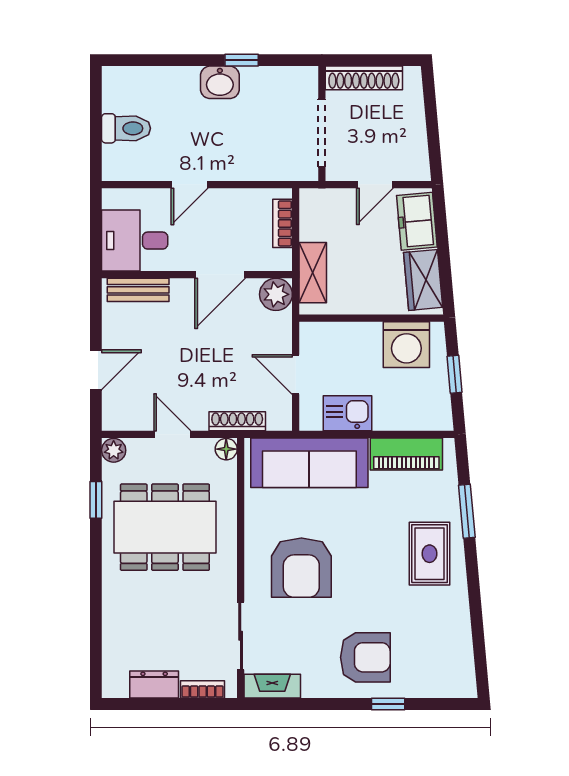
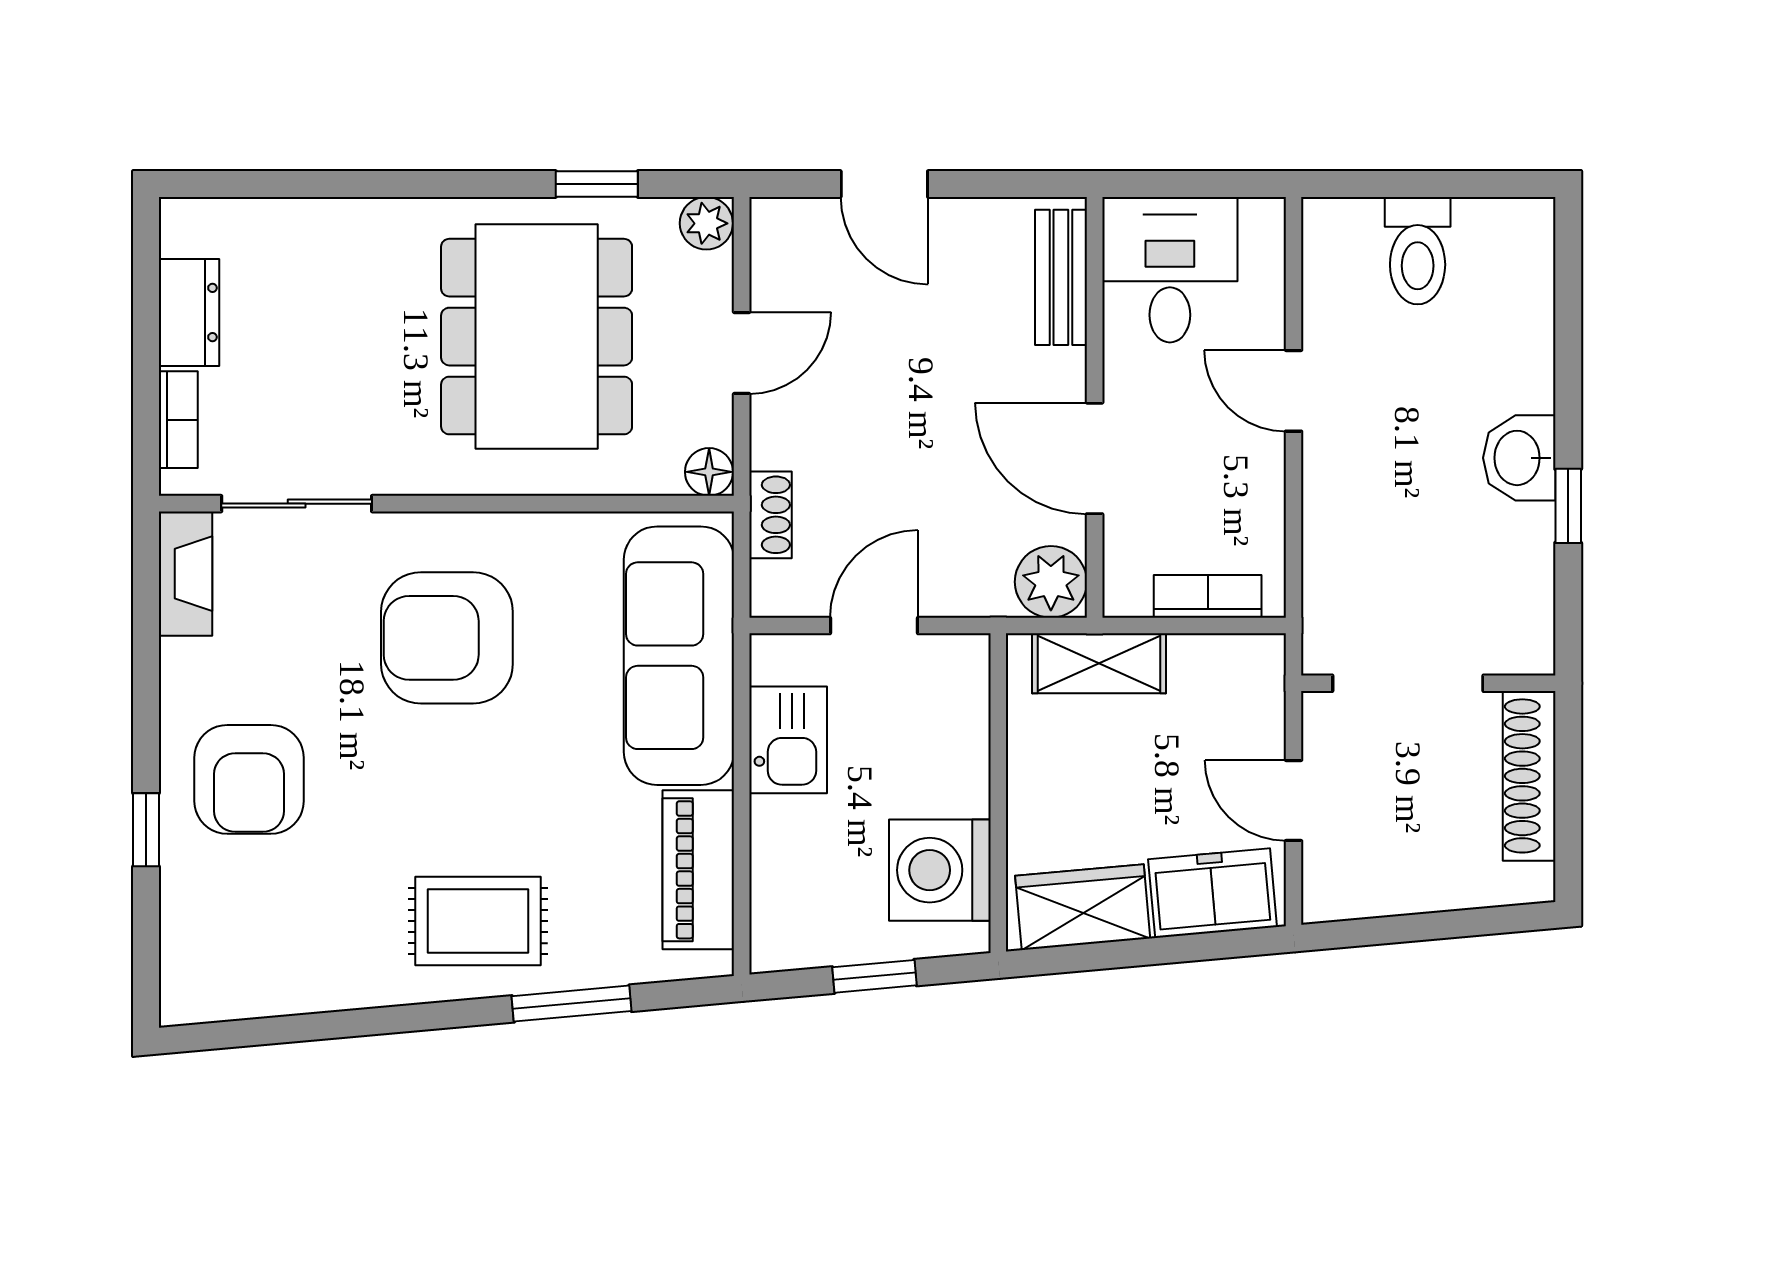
shoe rack: (237, 421) -> (770, 515), width x0.70

